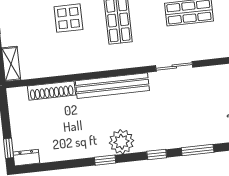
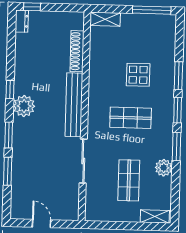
sliding door: (174, 66) -> (83, 161), width x1.37
window: (157, 155) -> (9, 135), width x1.50

